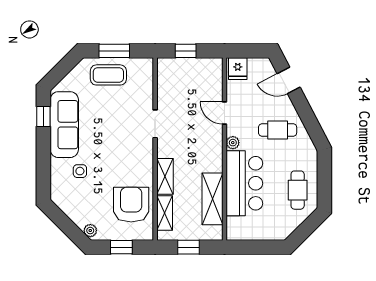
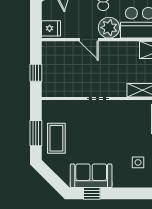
door: (225, 113) -> (89, 40), hinge flipped
sofa: (64, 125) -> (91, 176), width x0.73
plant: (233, 143) -> (109, 28), width x1.88, depth x1.88

